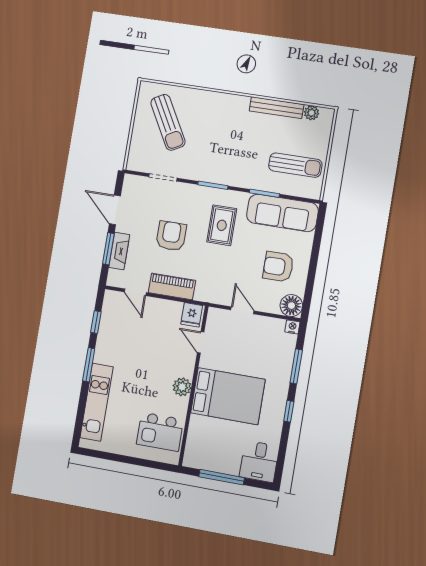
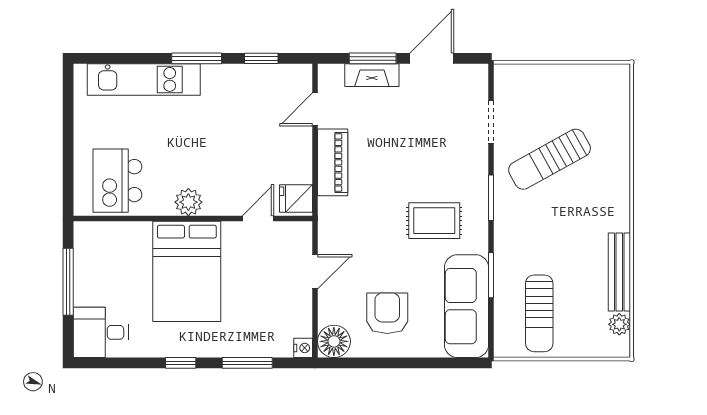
sun lounger: (168, 122) -> (550, 159), moved
armchair: (171, 236) -> (407, 149), removed

